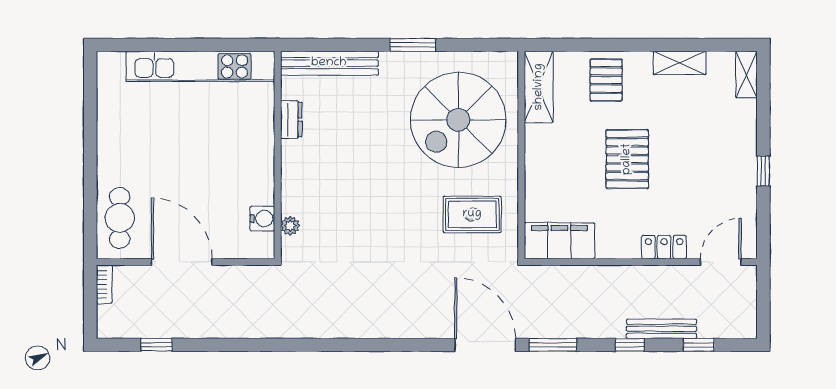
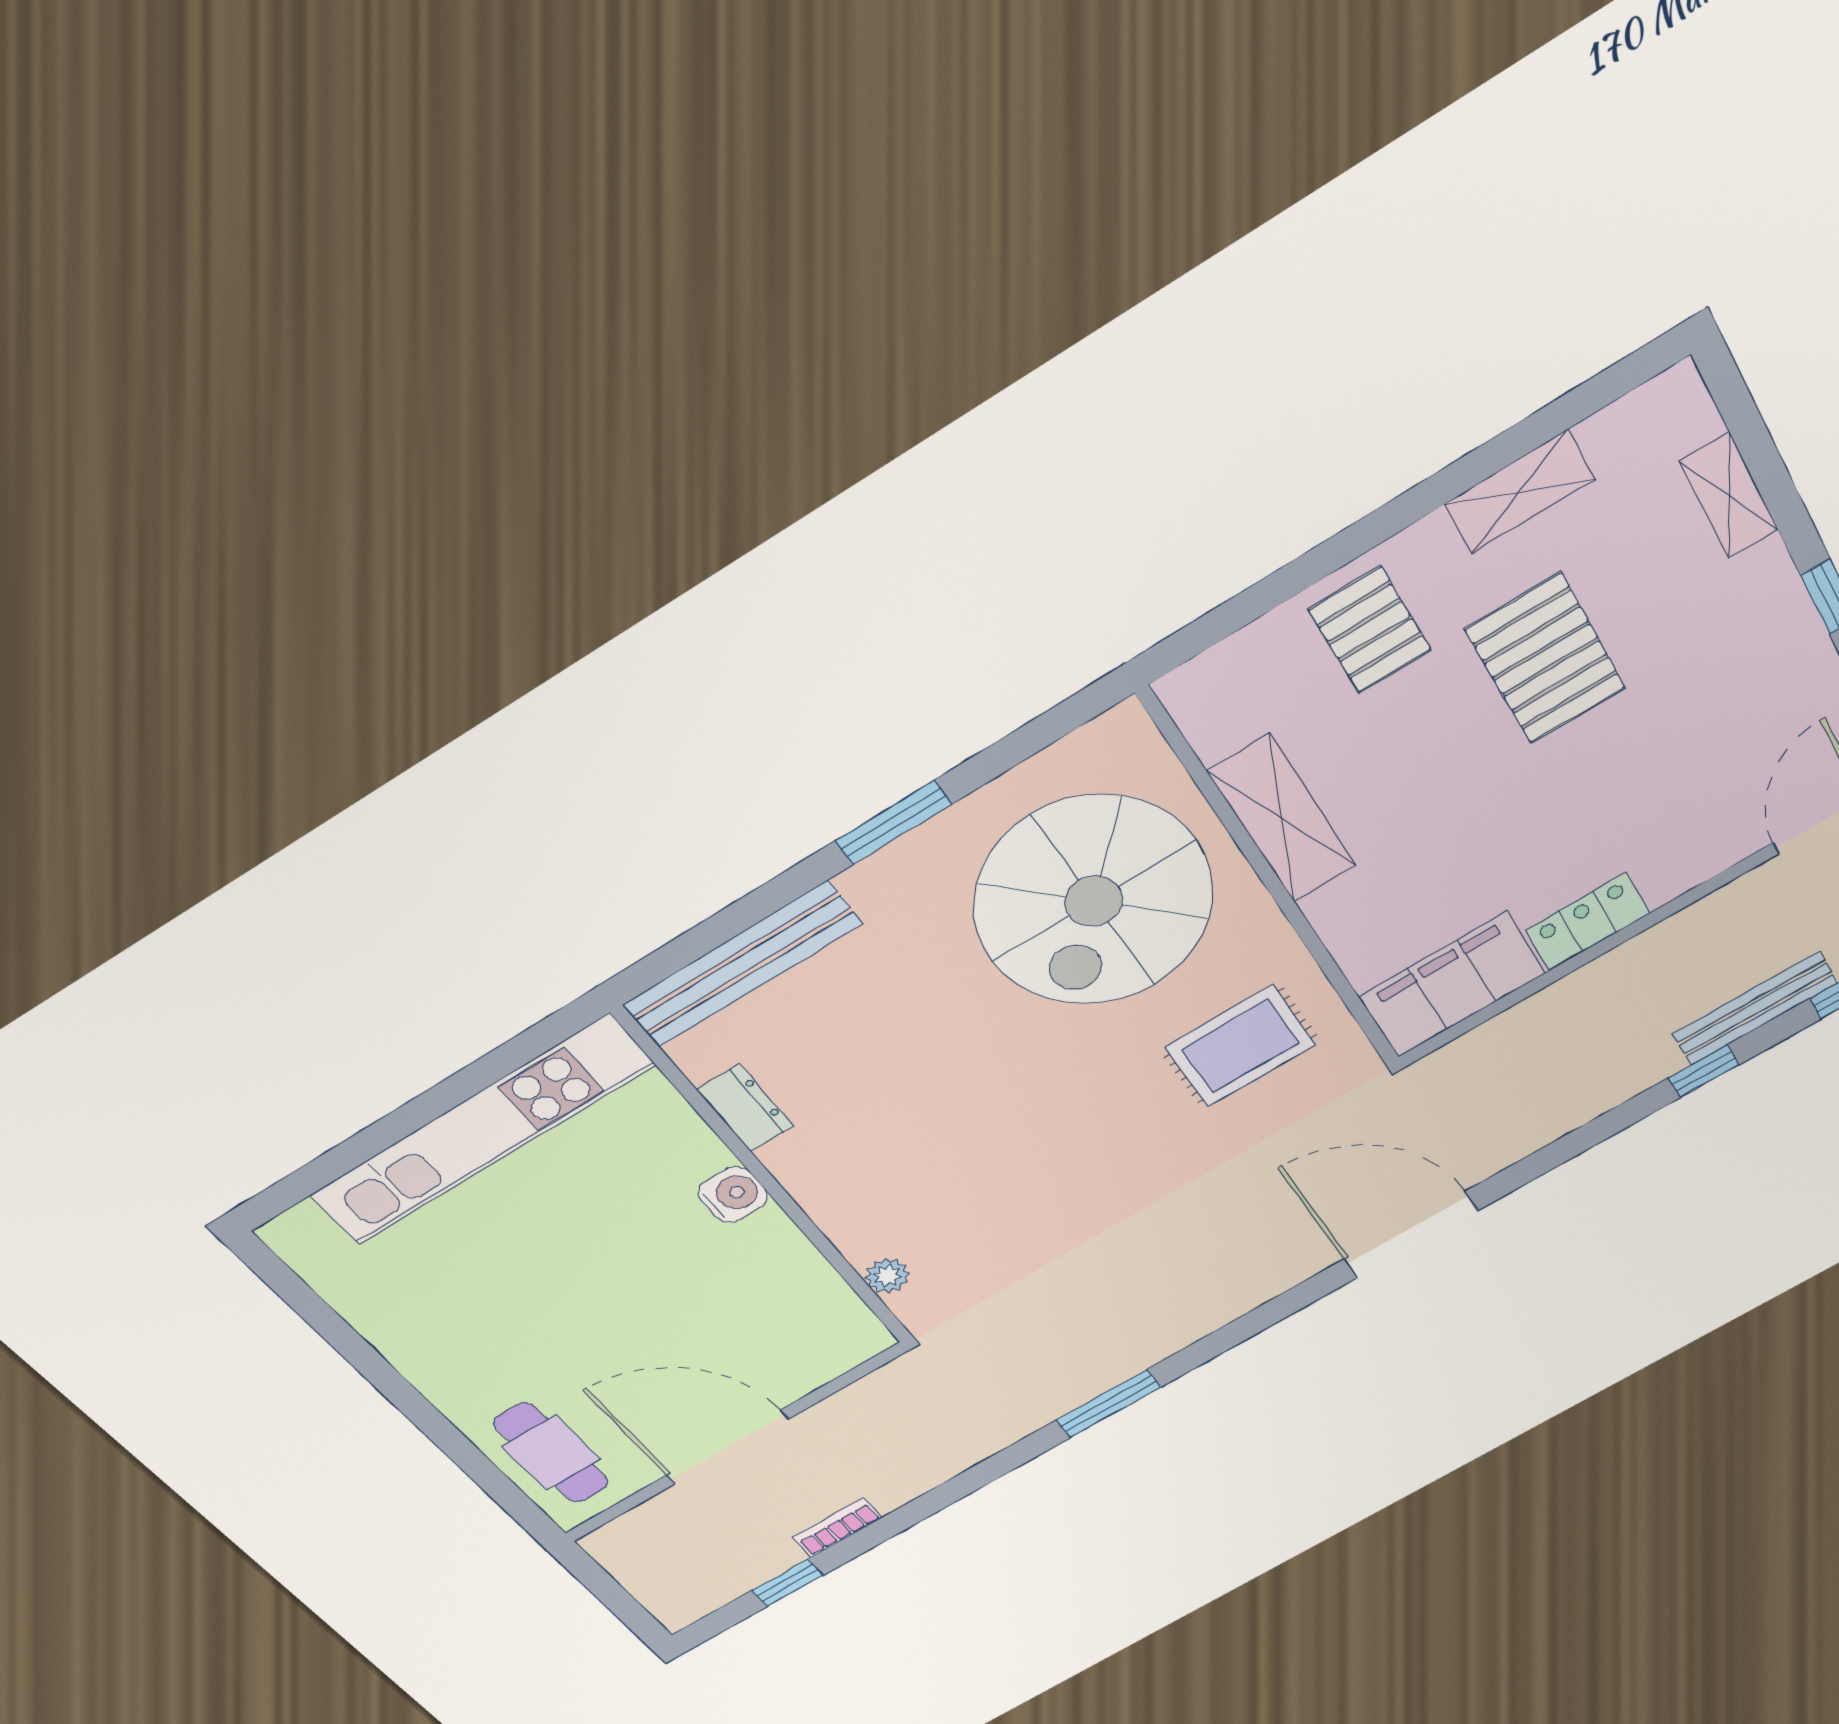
shelving: (747, 75) -> (1729, 496), moved
shelving: (539, 87) -> (1282, 819), moved
pallet: (627, 159) -> (1546, 659), moved
water cooler: (262, 219) -> (733, 1195), moved
locker: (664, 247) -> (1587, 922), moved
bookcase: (104, 284) -> (837, 1527), moved, turned -90
window: (553, 345) -> (1108, 1404), moved

